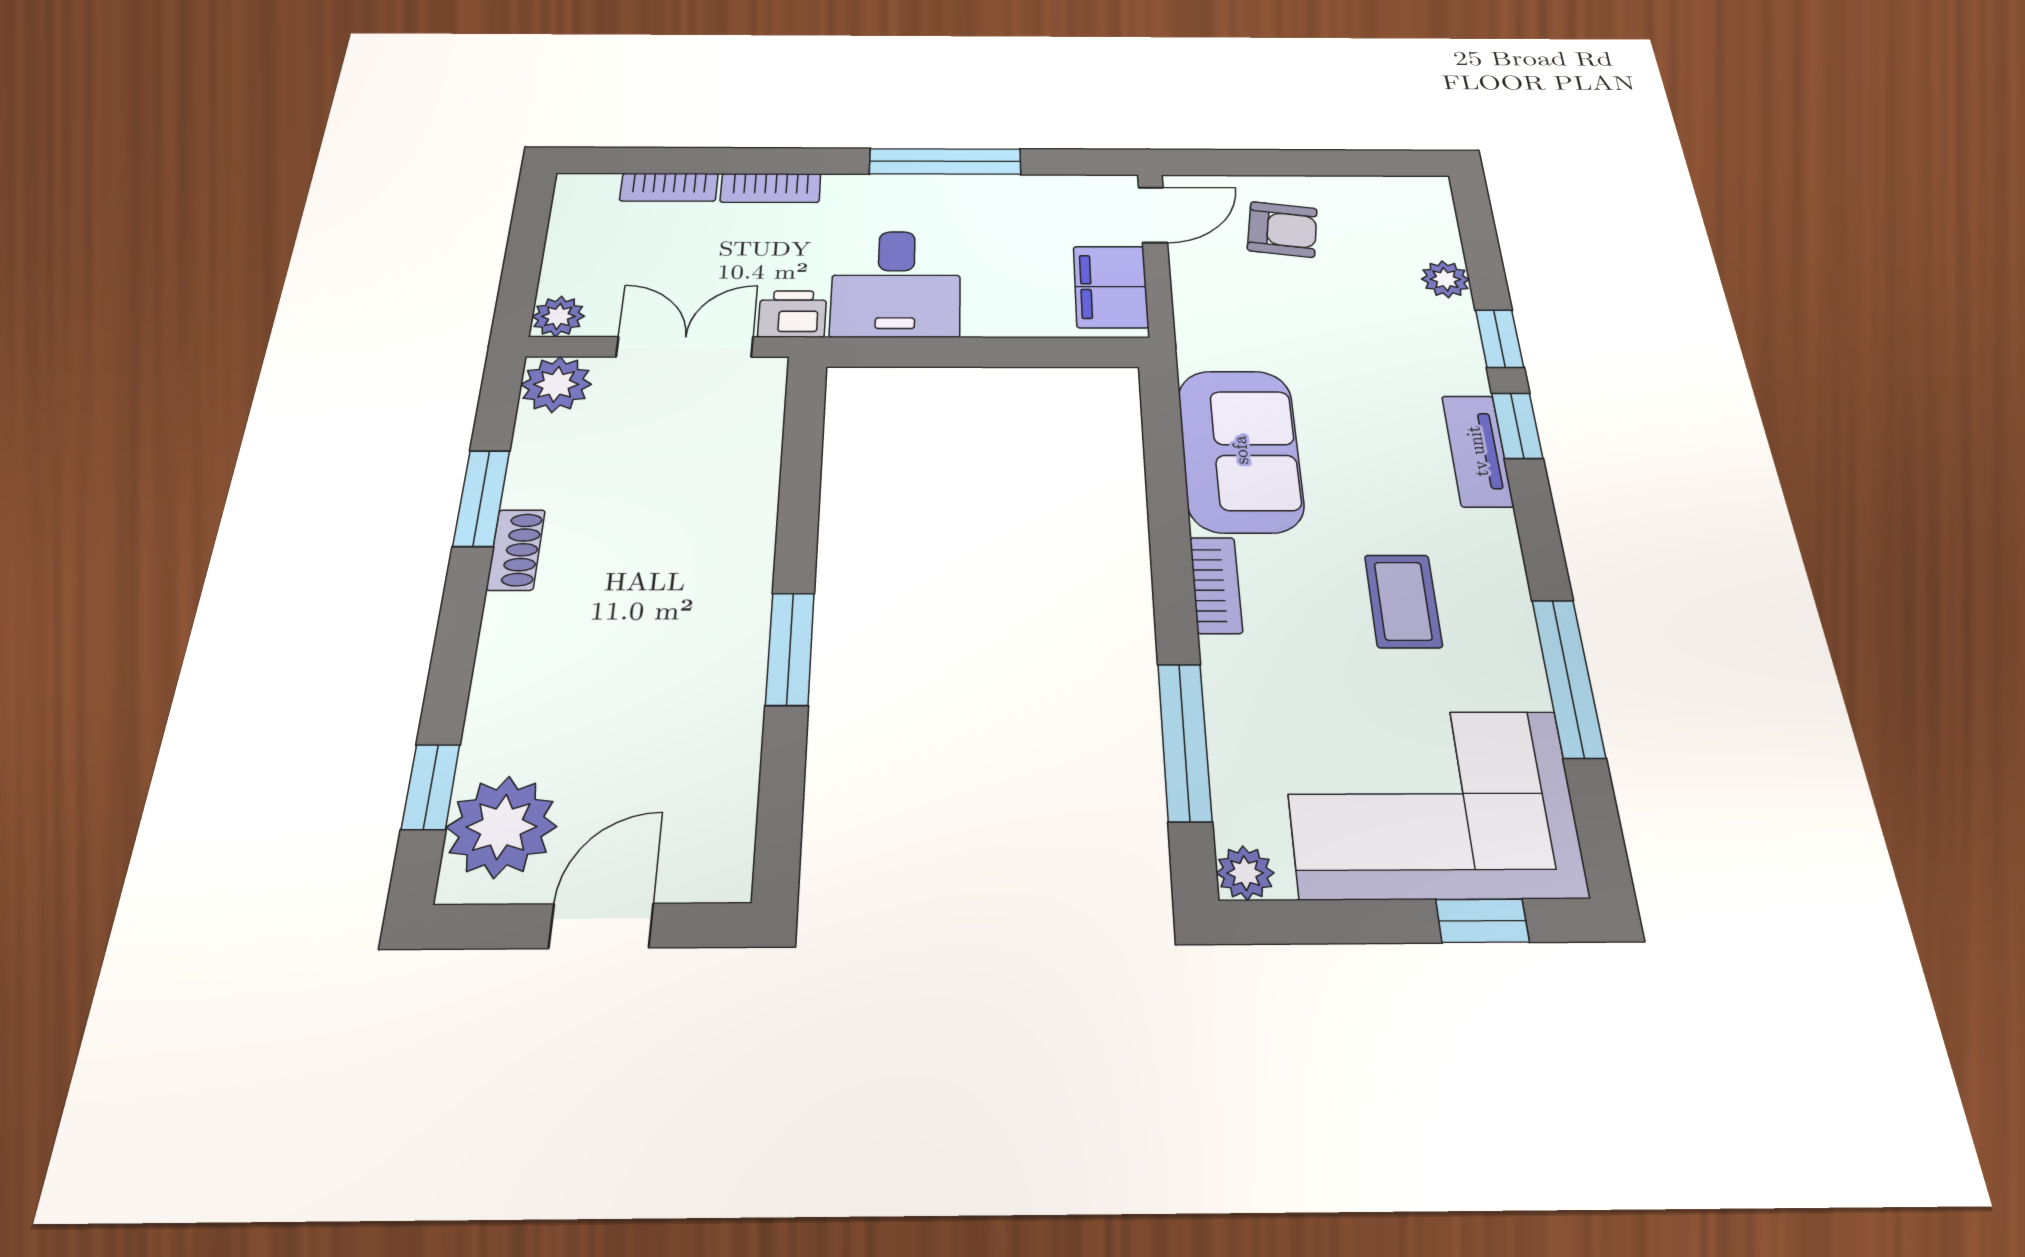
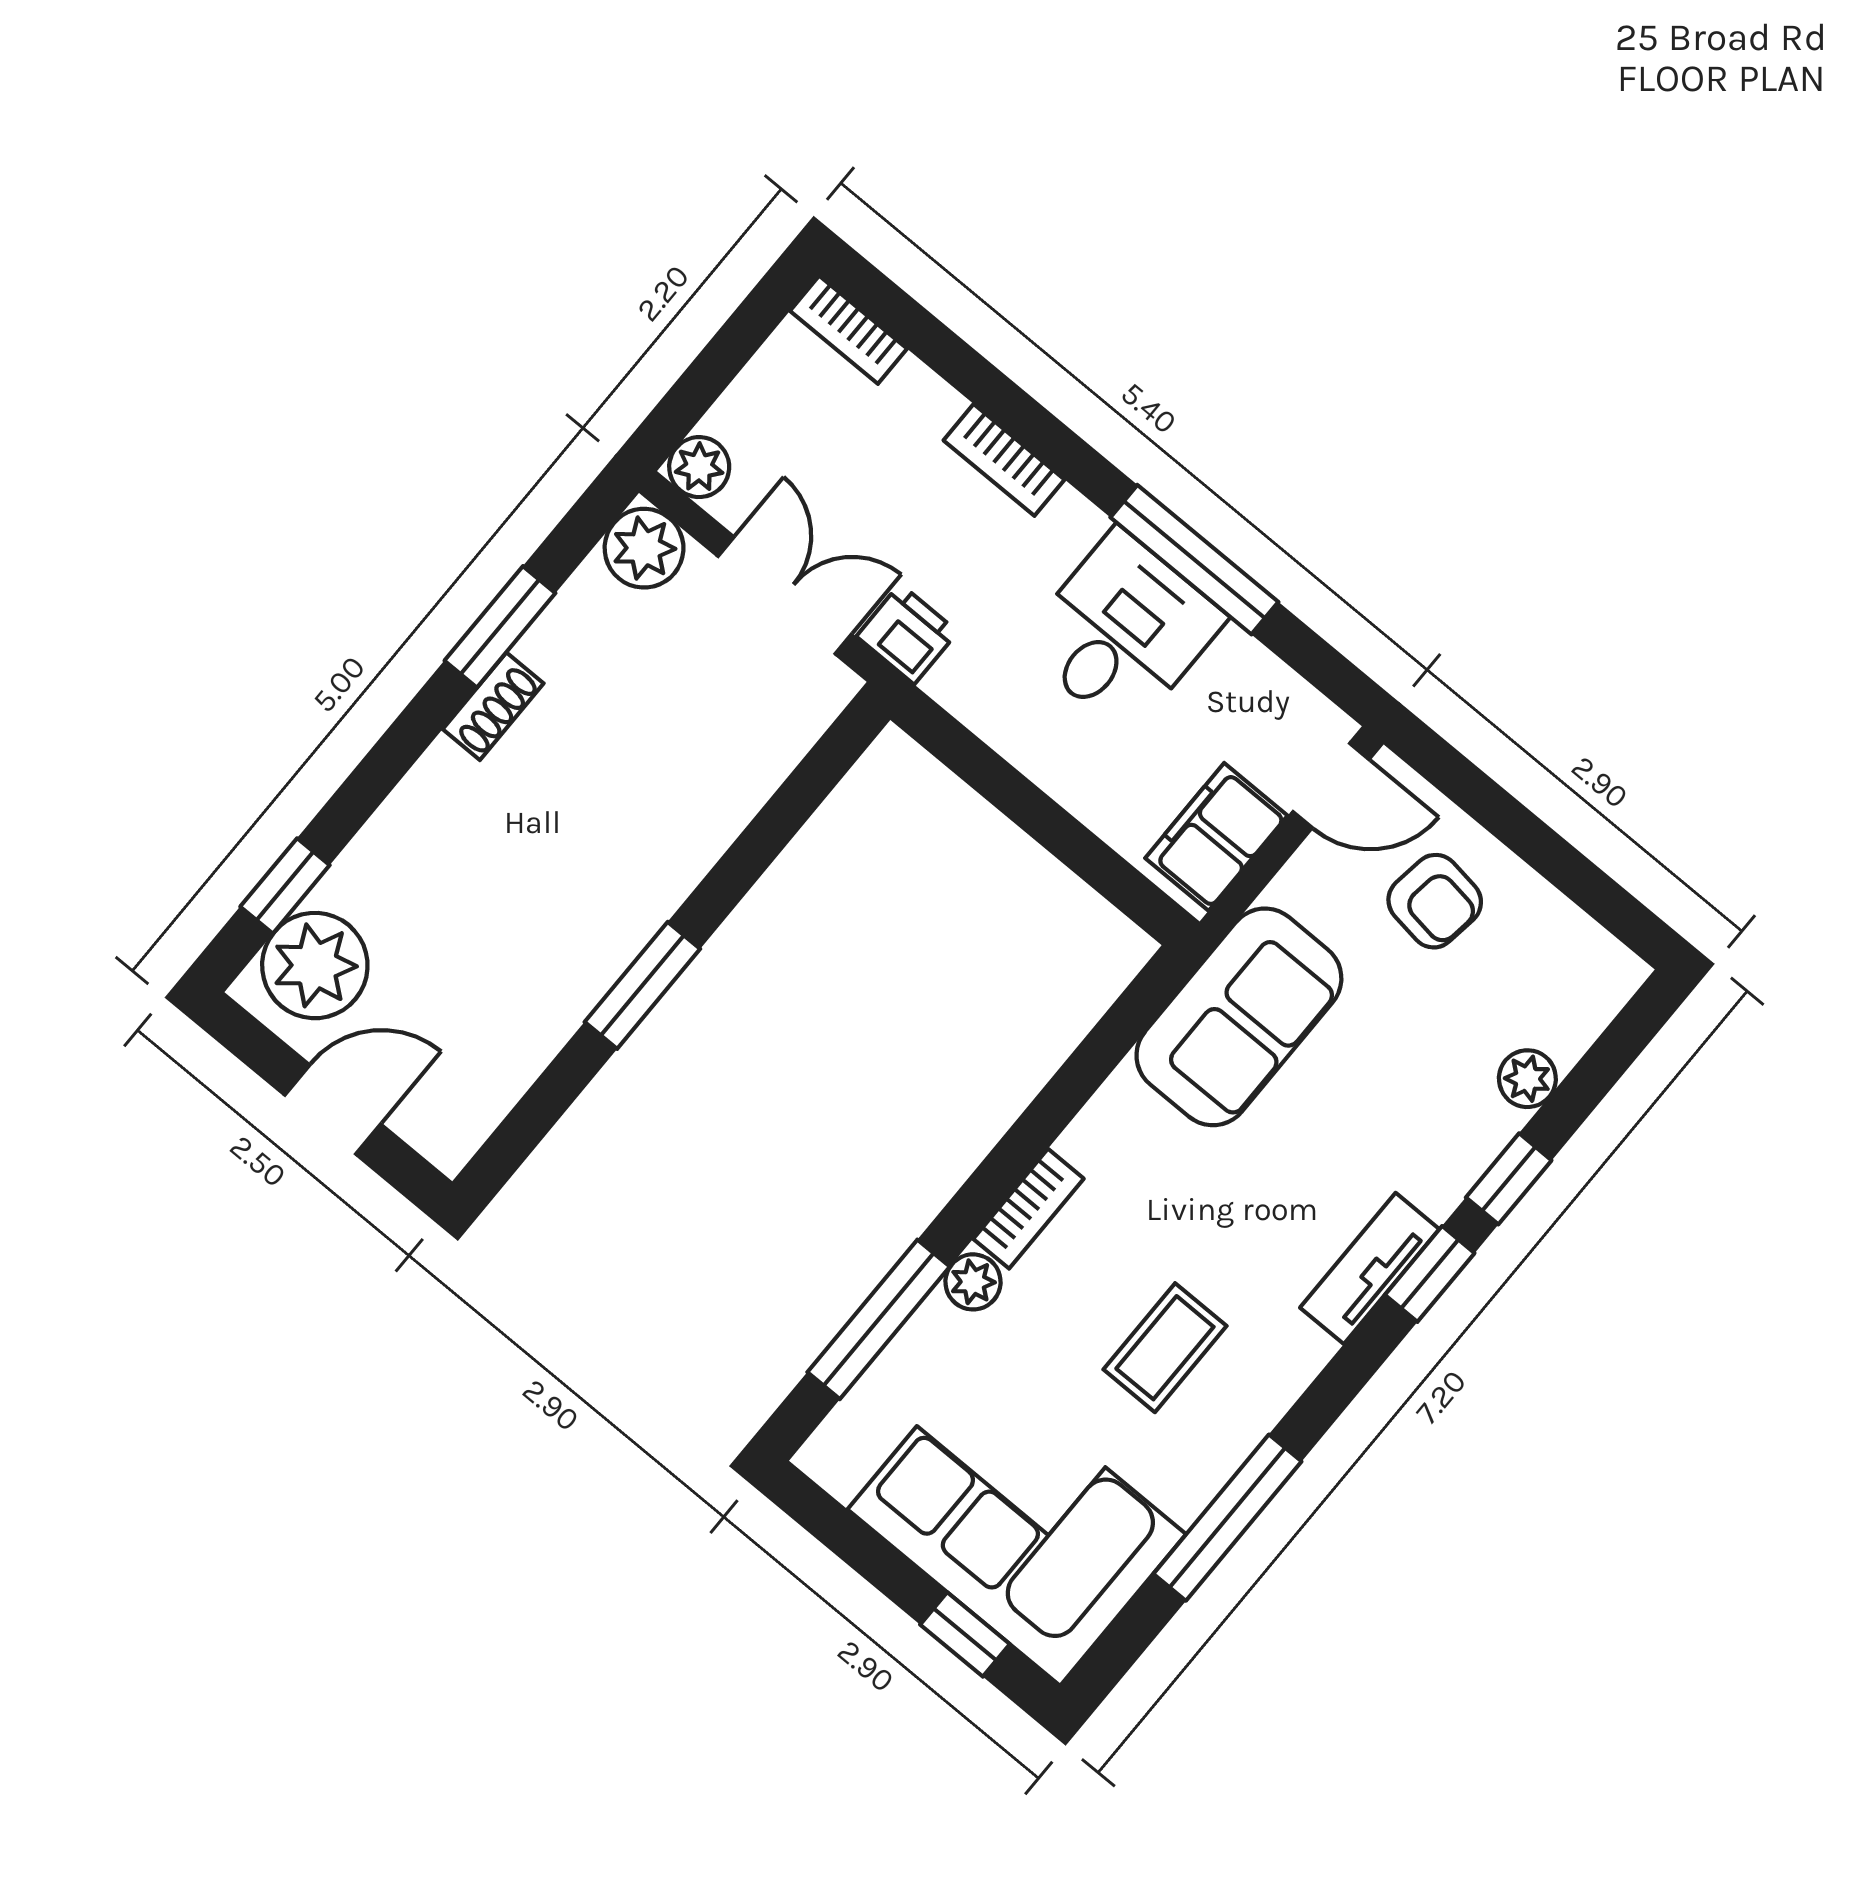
bookcase: (669, 187) -> (849, 330), moved
desk: (896, 284) -> (1122, 631), moved, turned 180
sofa: (1240, 450) -> (1239, 1017), moved
plant: (1245, 873) -> (973, 1282), moved

